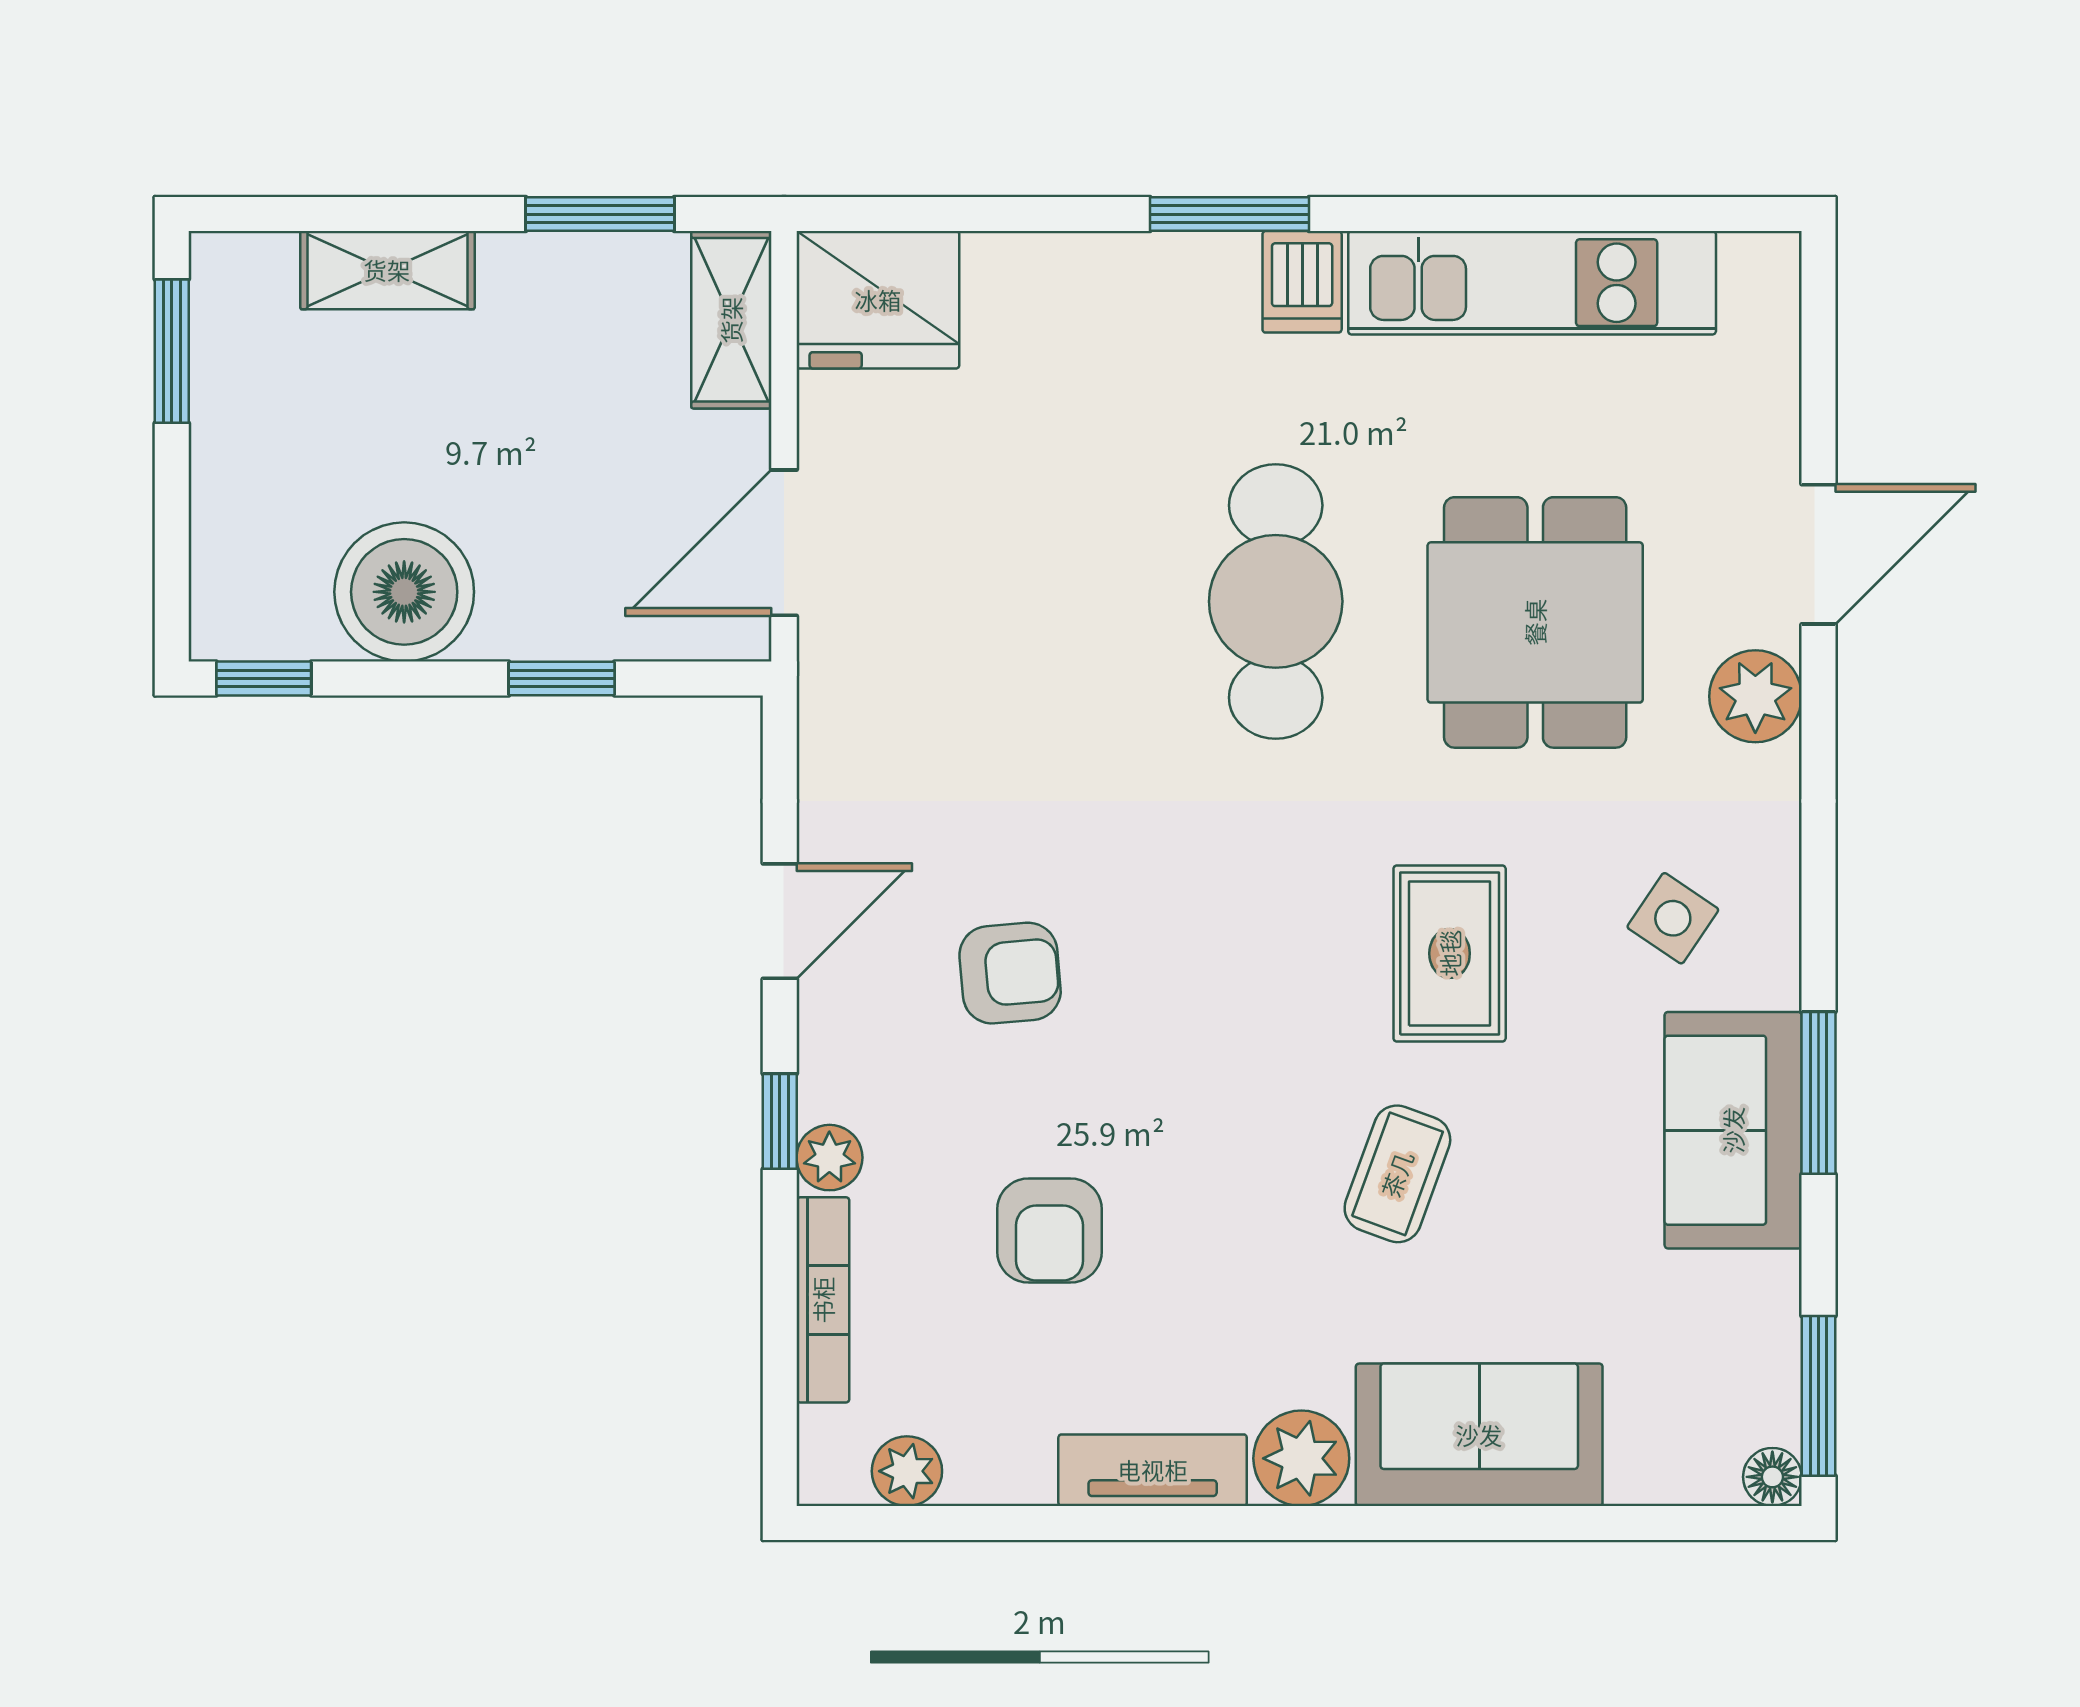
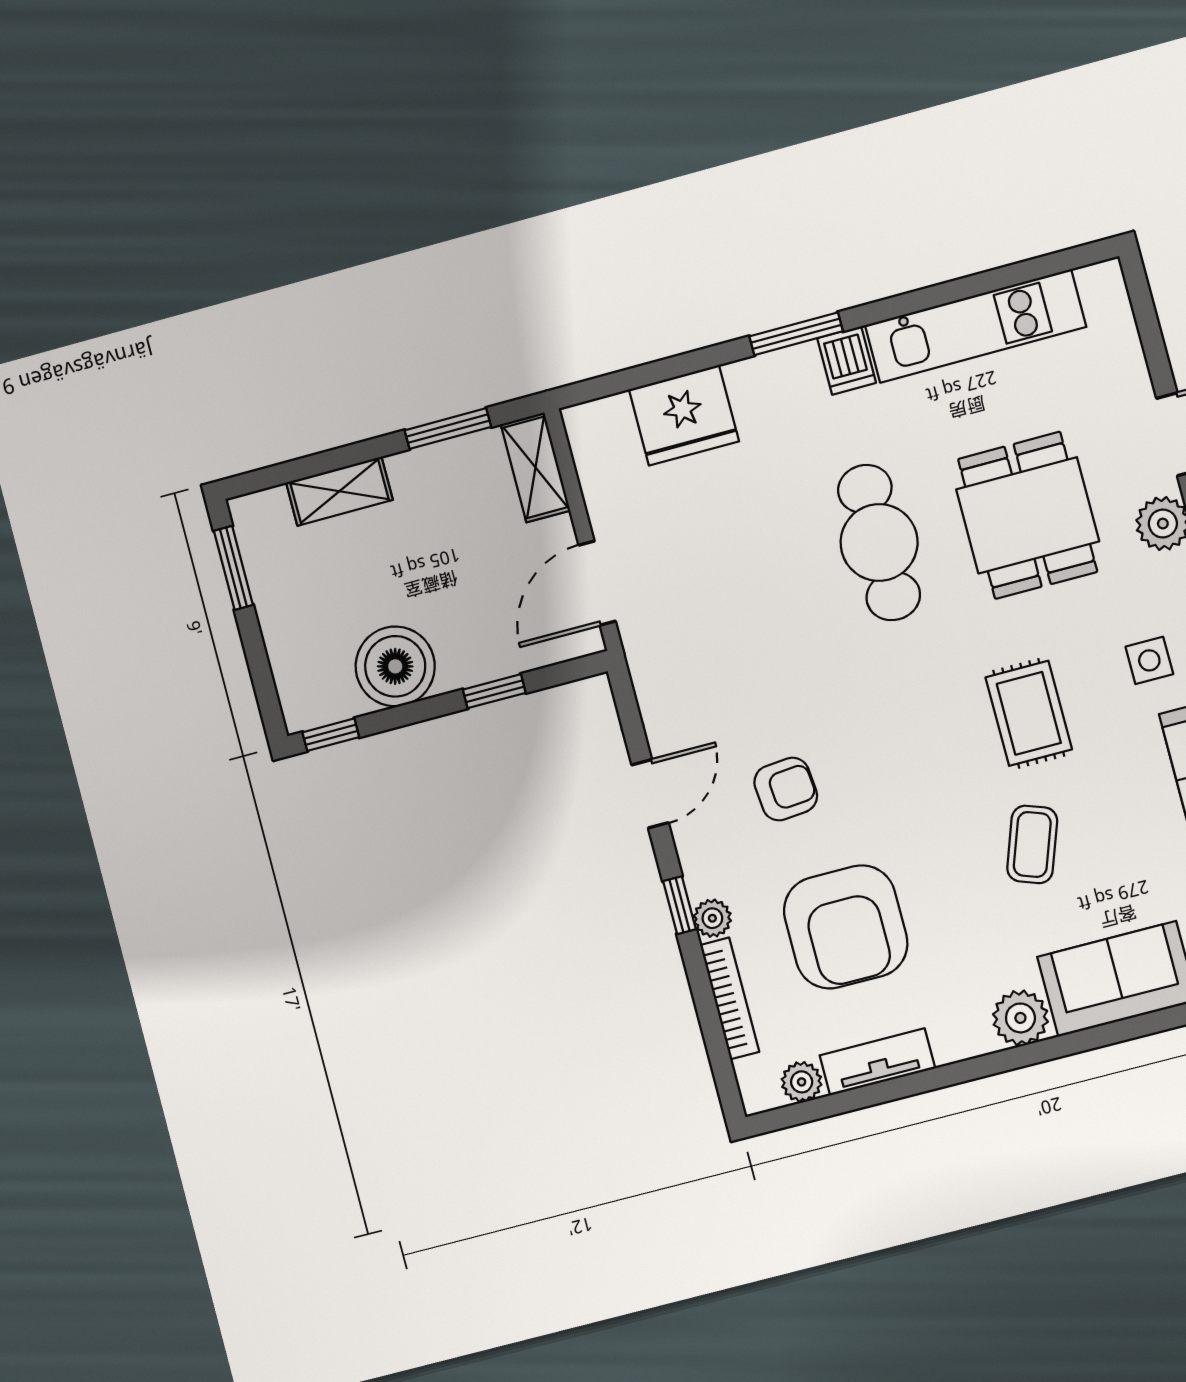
fridge: (878, 300) -> (684, 415), moved
side table: (1673, 918) -> (1149, 660), turned -34
armchair: (1050, 1231) -> (846, 927), width x1.88, depth x1.88
tv unit: (1153, 1470) -> (877, 1062), moved

